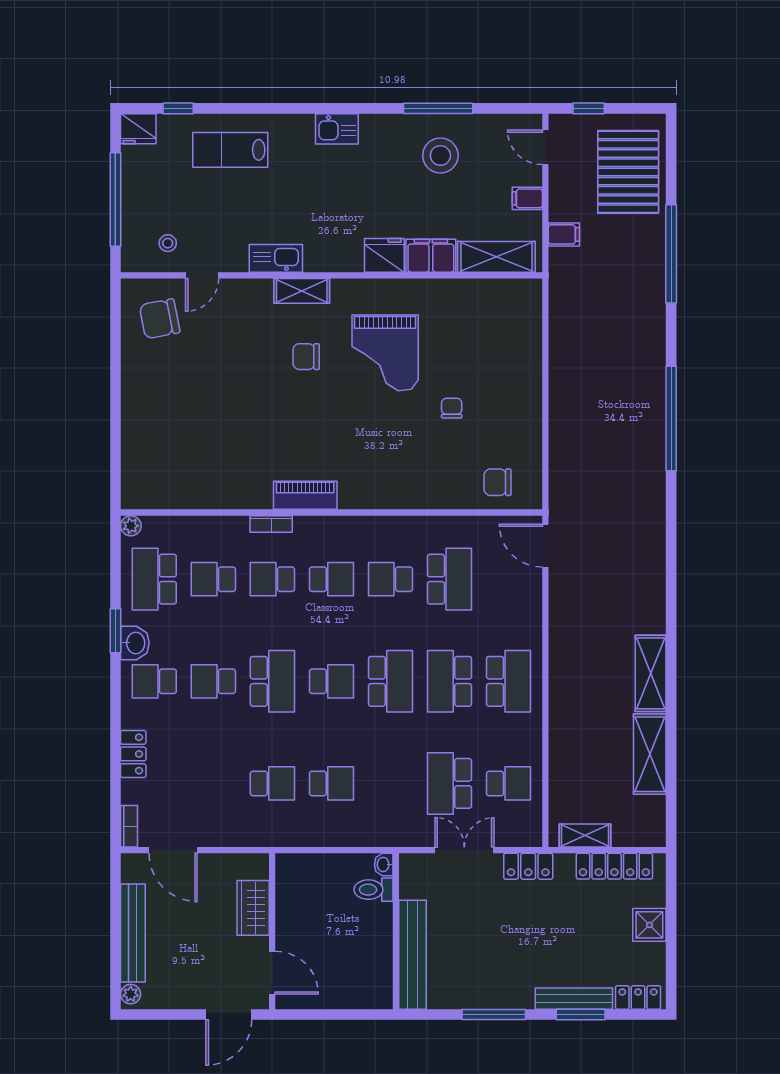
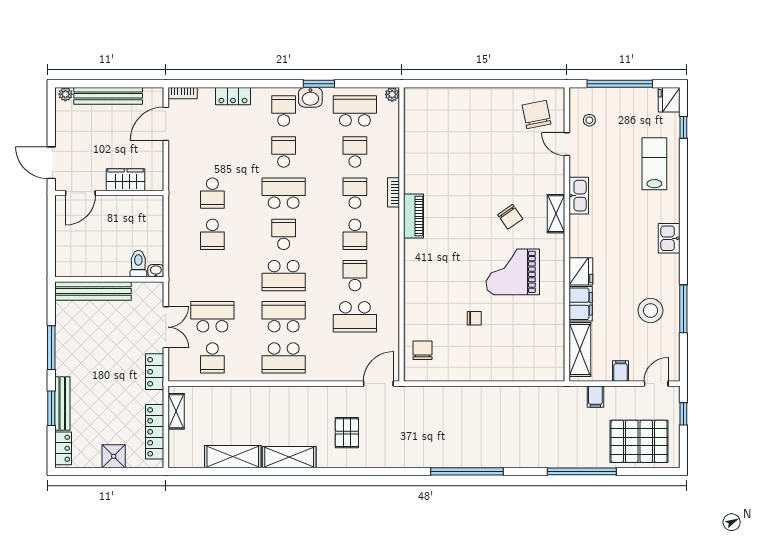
chair: (306, 357) -> (510, 217), turned 145
pallet: (616, 591) -> (347, 433), added
school desk: (272, 681) -> (284, 193), turned 180
school desk: (331, 681) -> (284, 234), turned 180

